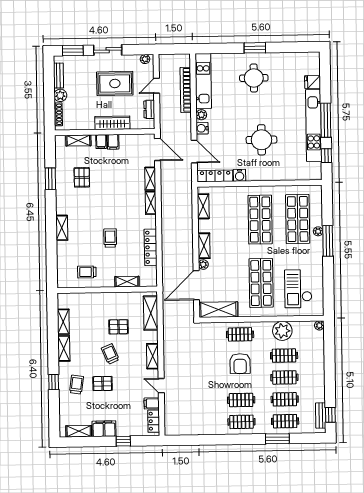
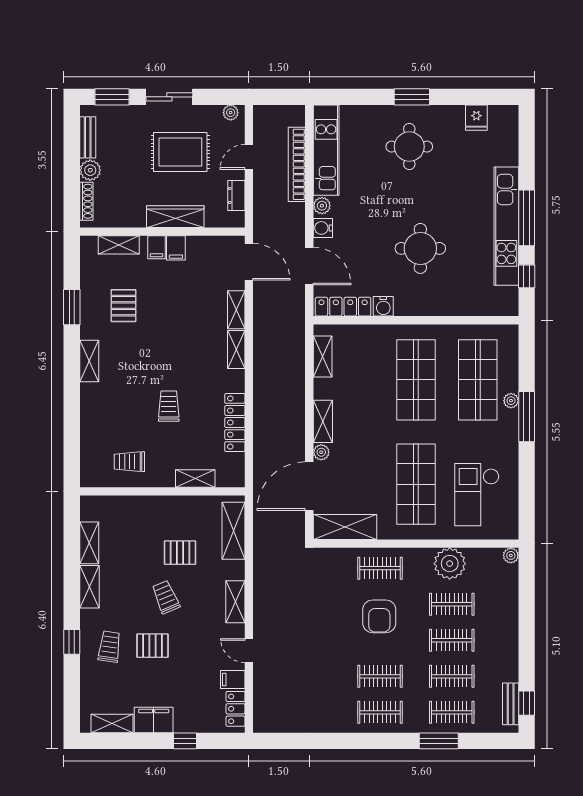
fridge: (313, 82) -> (476, 118), moved, turned -90
shelving: (62, 228) -> (89, 361), moved

